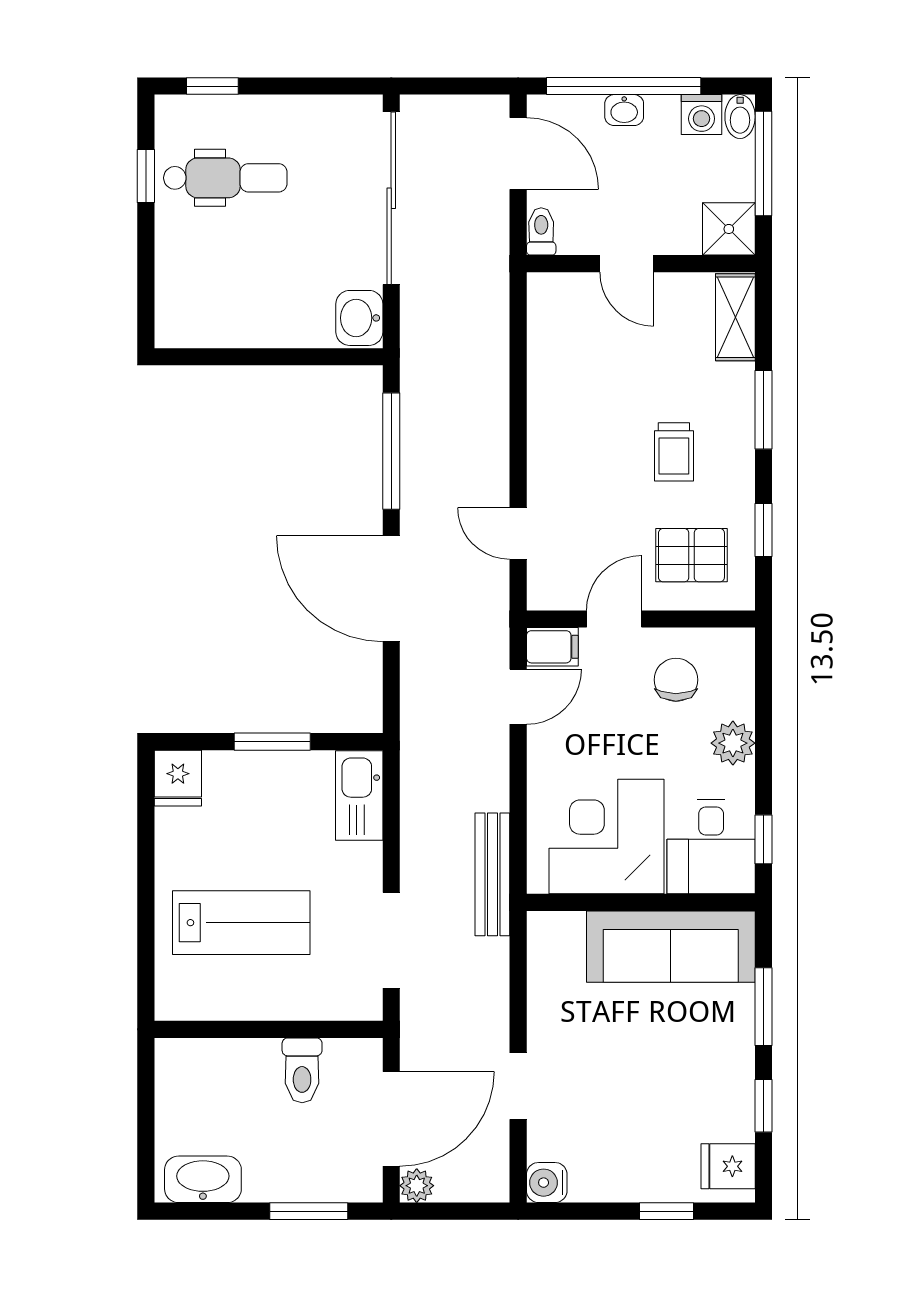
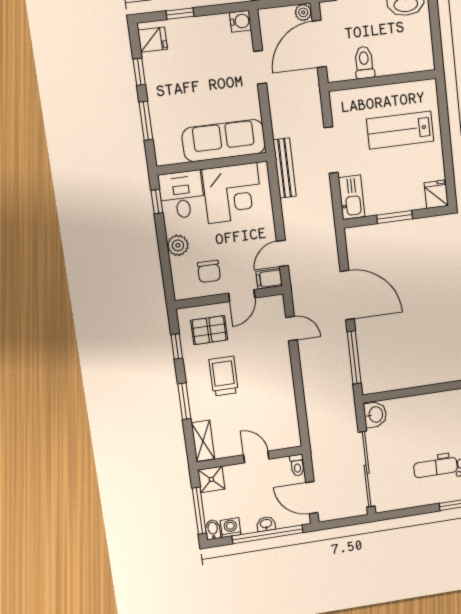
trolley: (674, 452) -> (224, 376), width x1.36, depth x1.39
doorway: (391, 940) -> (331, 150), moved
sofa: (671, 947) -> (224, 141), moved

